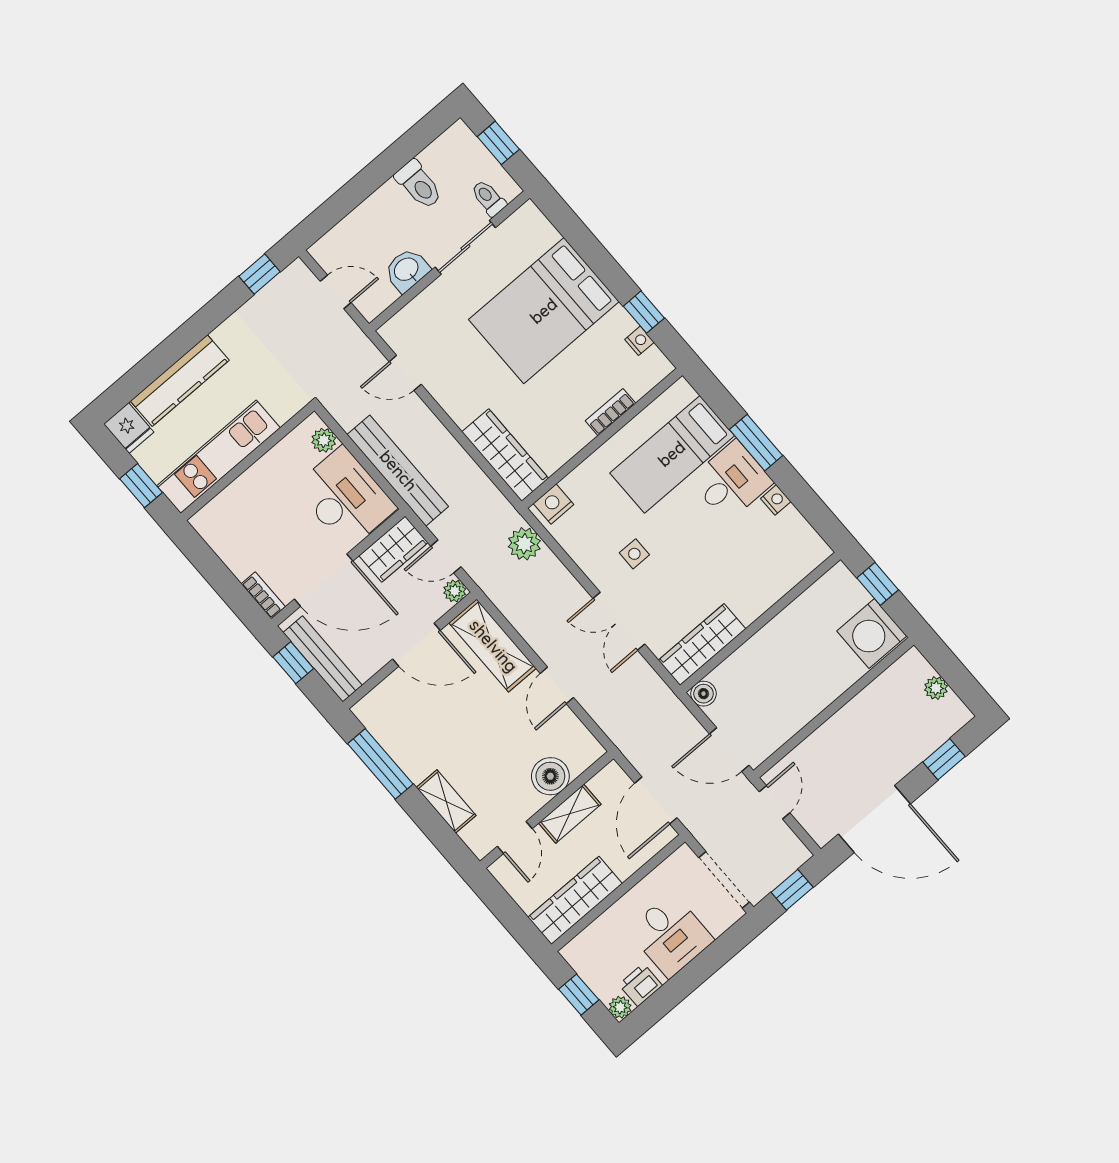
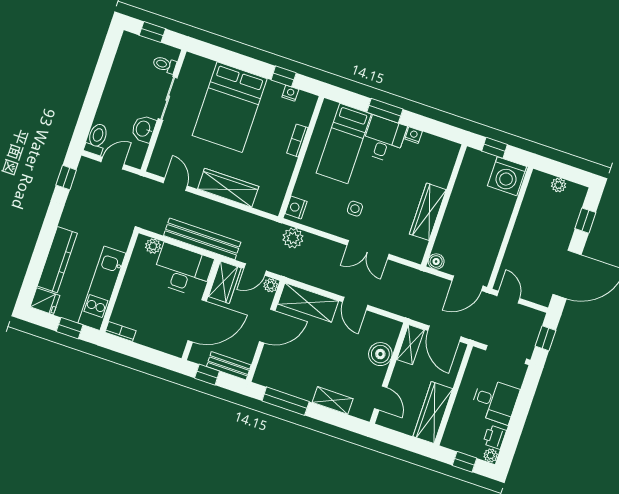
toilet: (419, 185) -> (97, 139), moved, turned -90
door: (405, 373) -> (175, 184), swing flipped
wardrobe: (505, 455) -> (228, 188), moved
bookcase: (263, 595) -> (121, 331), moved
wardrobe: (702, 645) -> (428, 212), moved
bench: (323, 659) -> (229, 366), width x0.73
shelving: (570, 814) -> (410, 345), moved

